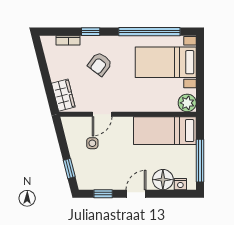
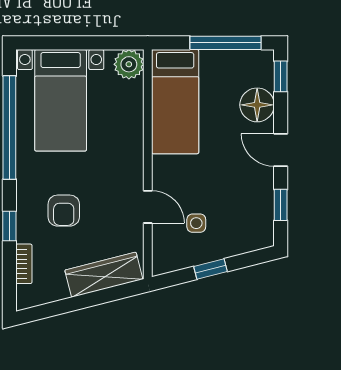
armchair: (100, 64) -> (64, 211), turned 53
wardrobe: (63, 95) -> (104, 275), width x1.50
window: (69, 168) -> (211, 269), moved
nightstand: (180, 184) -> (265, 76), removed
window: (180, 194) -> (281, 76), added

